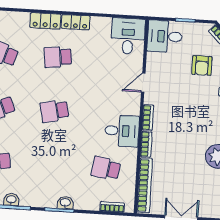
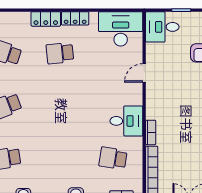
desk: (128, 36) -> (121, 29), width x1.37
school desk: (54, 111) -> (60, 106), removed
bookcase: (148, 118) -> (151, 107), removed

